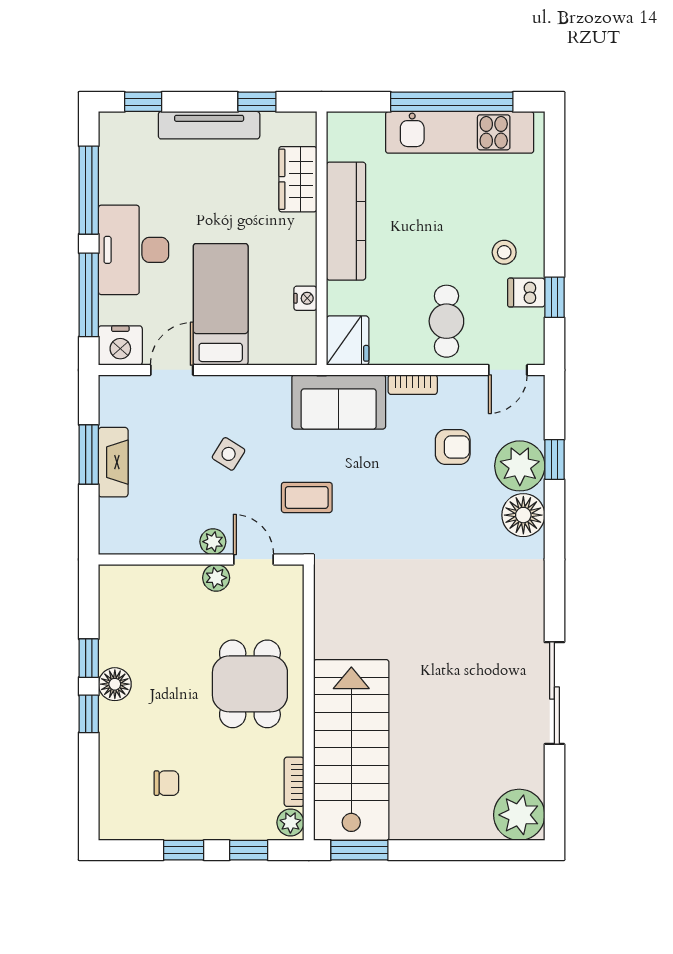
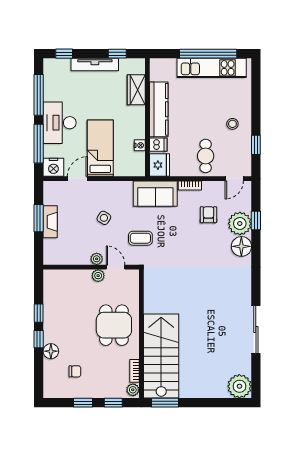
dishwasher: (526, 293) -> (158, 145), moved, turned 180
armchair: (453, 447) -> (208, 215), turned -90
floor lamp: (115, 684) -> (51, 351), moved

